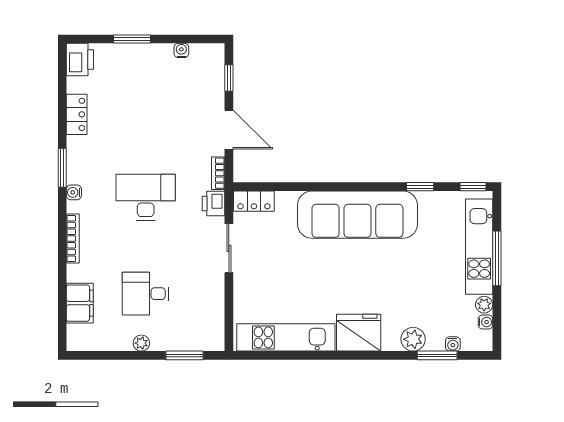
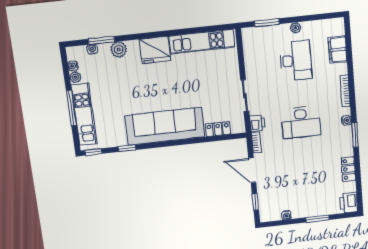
locker: (254, 201) -> (218, 129), moved
desk: (146, 294) -> (296, 61), width x1.37

